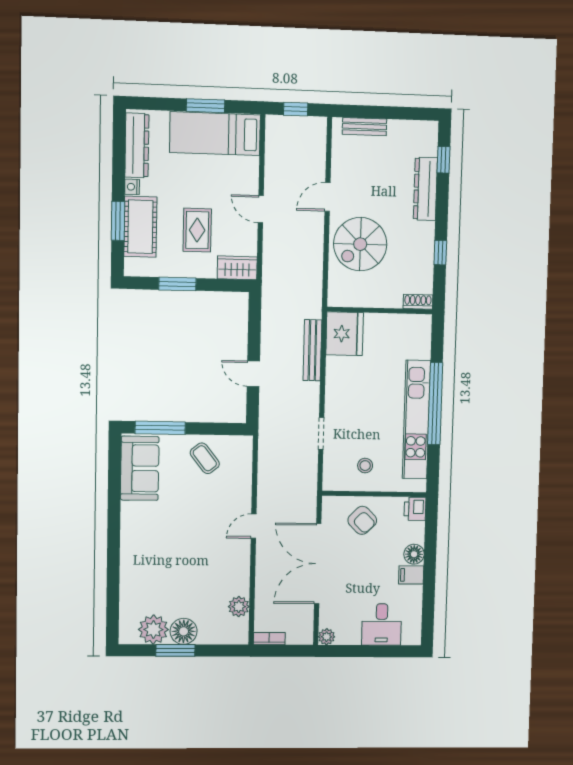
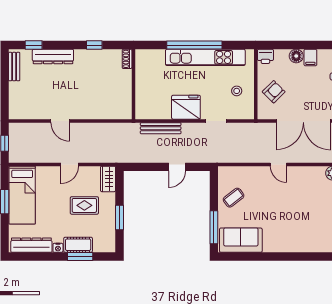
bench: (364, 127) -> (14, 67), moved
cot: (140, 227) -> (78, 245), width x0.73, depth x0.75
spiral stairs: (360, 244) -> (90, 98), removed
fridge: (345, 334) -> (186, 107), moved

